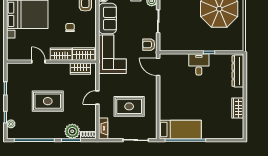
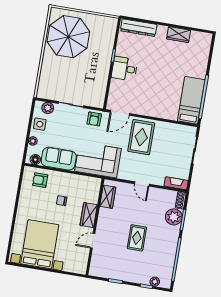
wardrobe: (84, 54) -> (93, 191), removed
rug: (48, 101) -> (137, 238), width x0.73, depth x0.70
rug: (129, 106) -> (141, 137), moved

